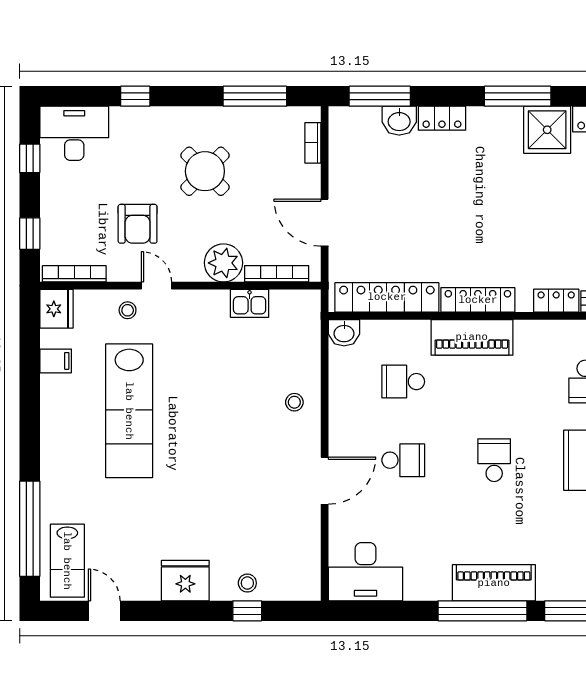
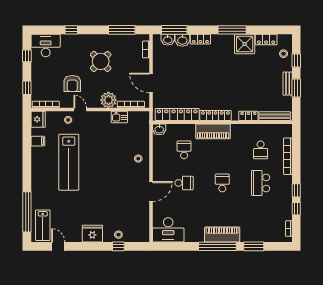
washbasin: (364, 119) -> (168, 40), added
school desk: (403, 382) -> (184, 150), turned 90

